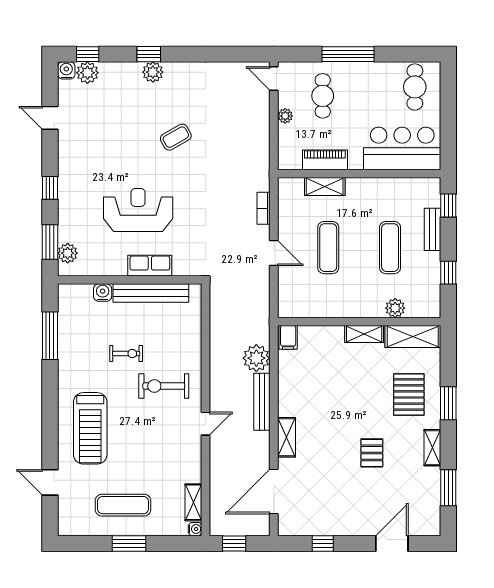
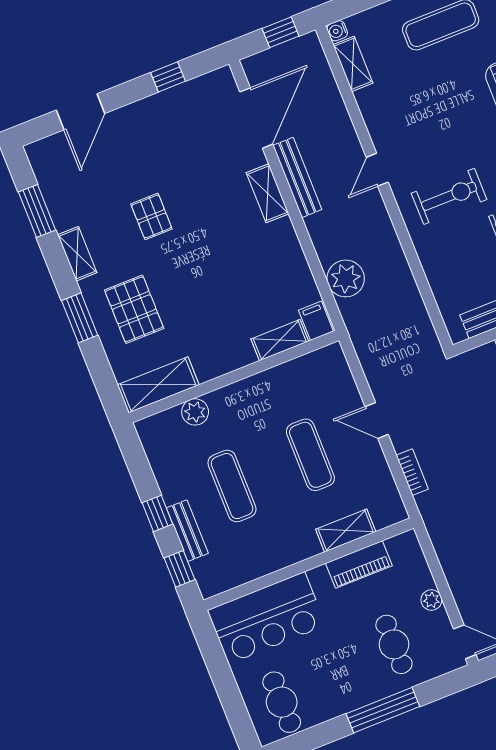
window: (448, 273) -> (157, 513), moved
shelving: (364, 334) -> (280, 340), moved
bench: (262, 402) -> (297, 177), moved

